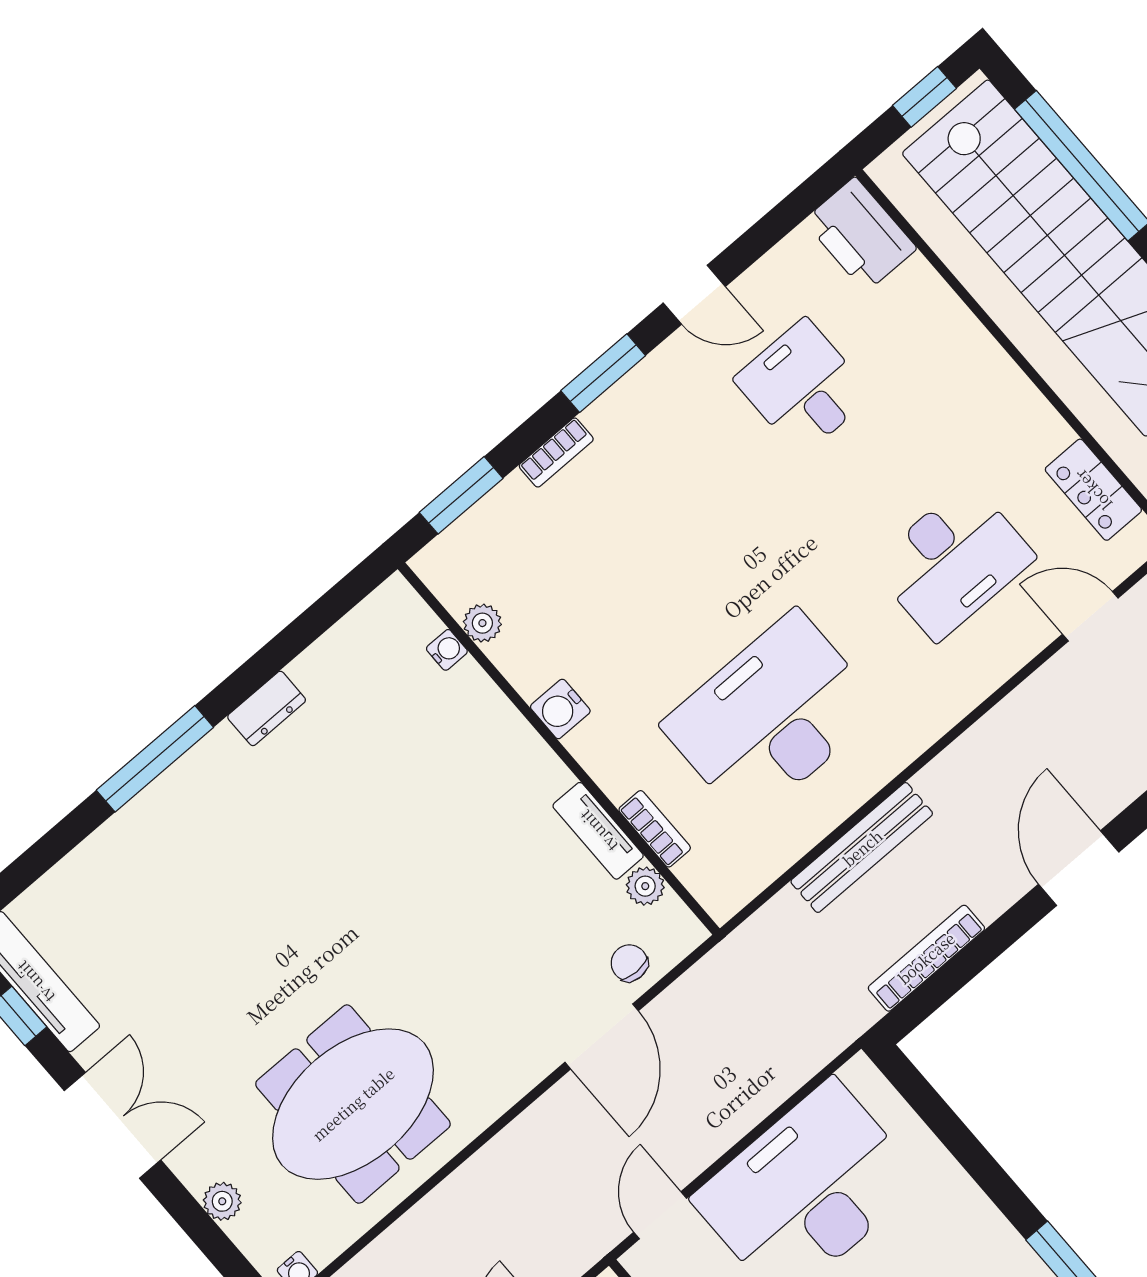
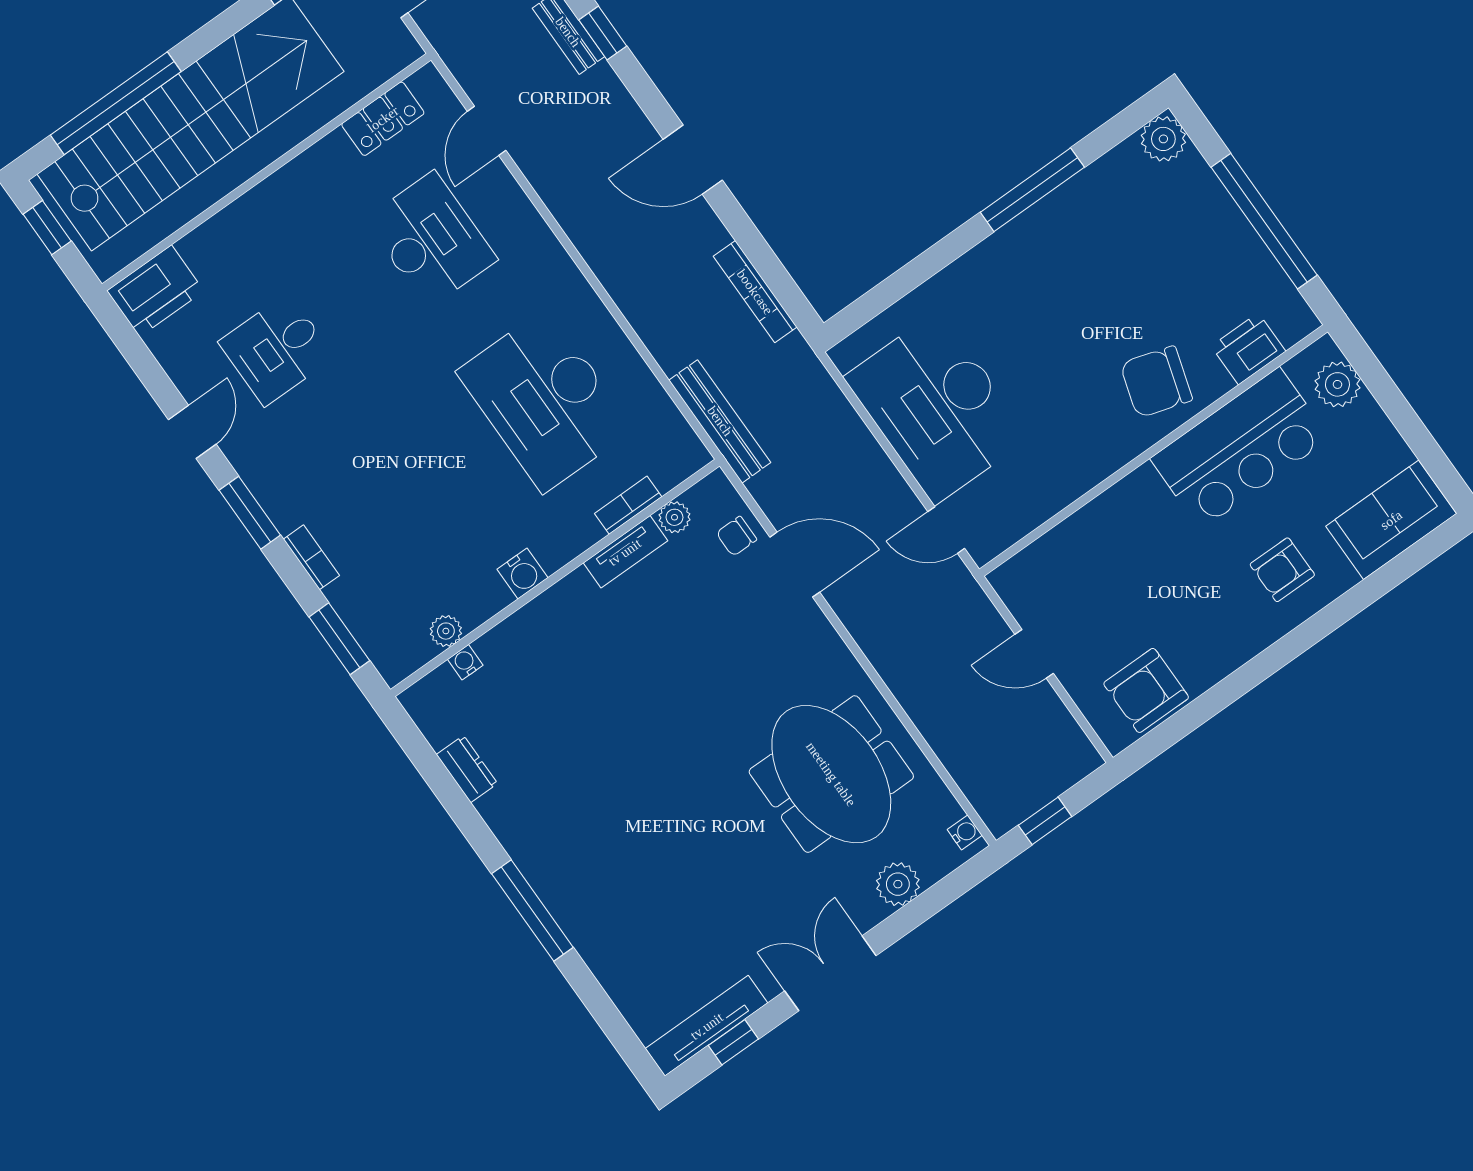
dresser: (267, 708) -> (467, 769), moved
bench: (862, 848) -> (720, 421), moved
plant: (222, 1201) -> (898, 884), width x1.38, depth x1.38

